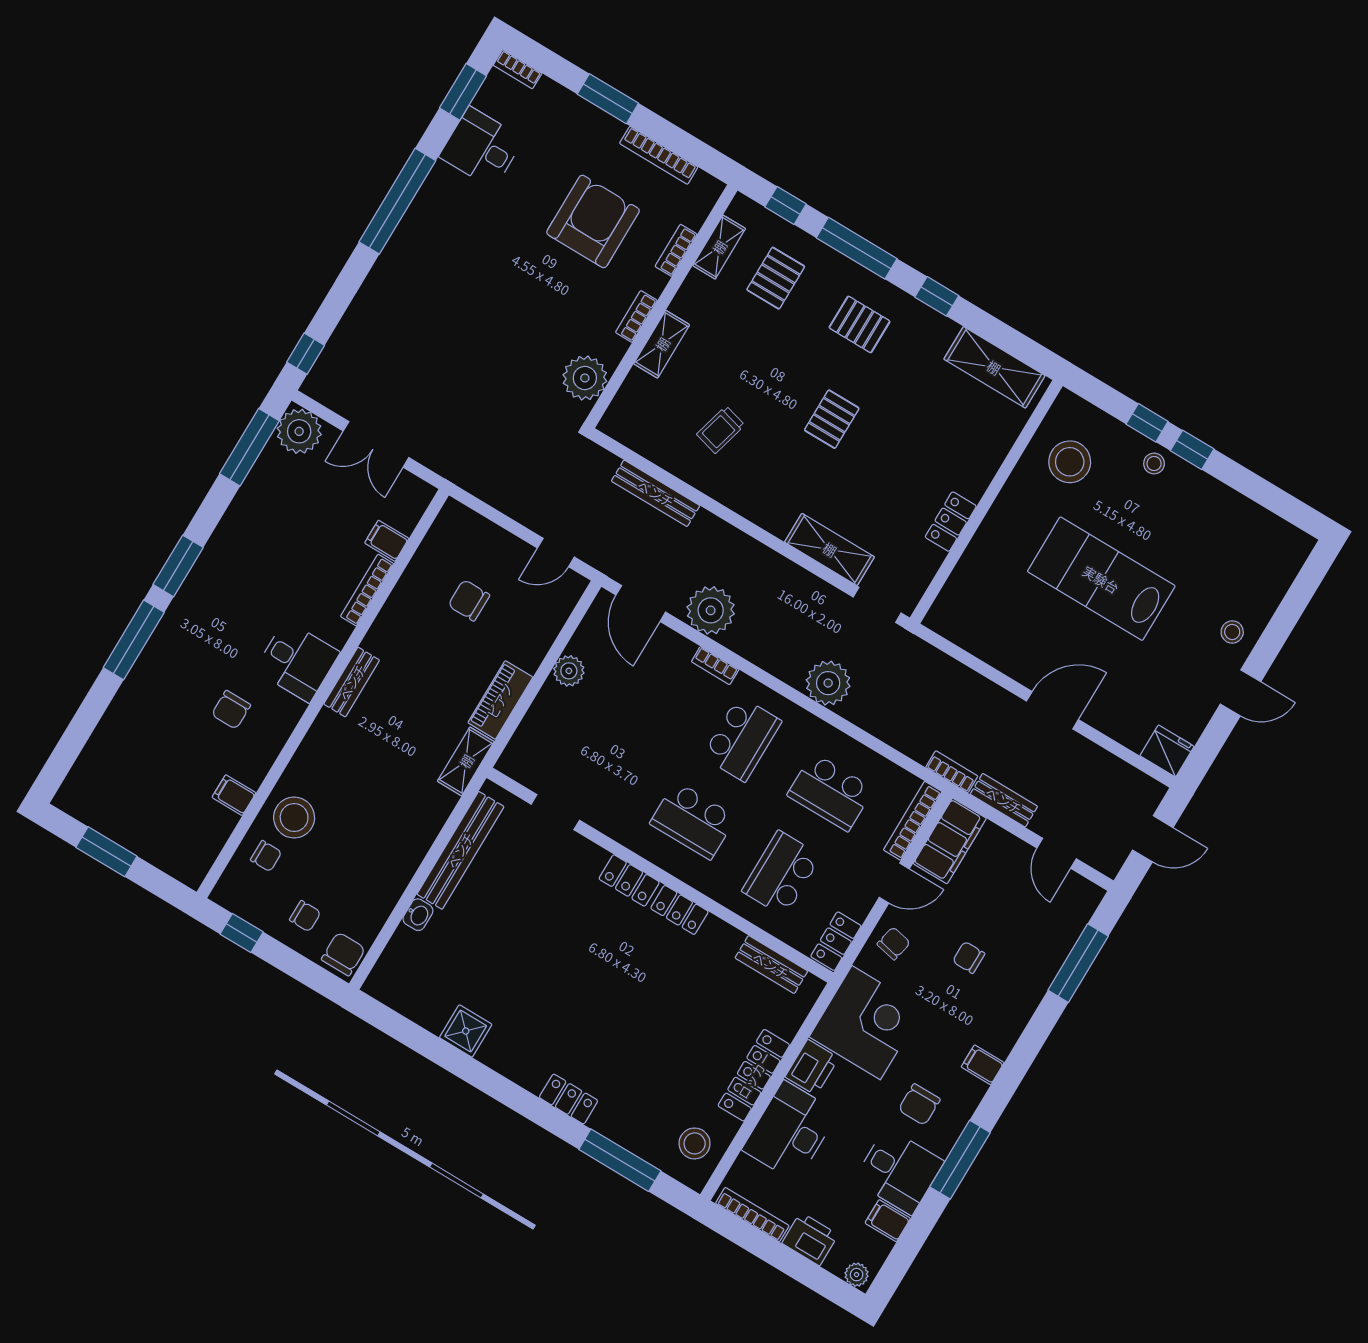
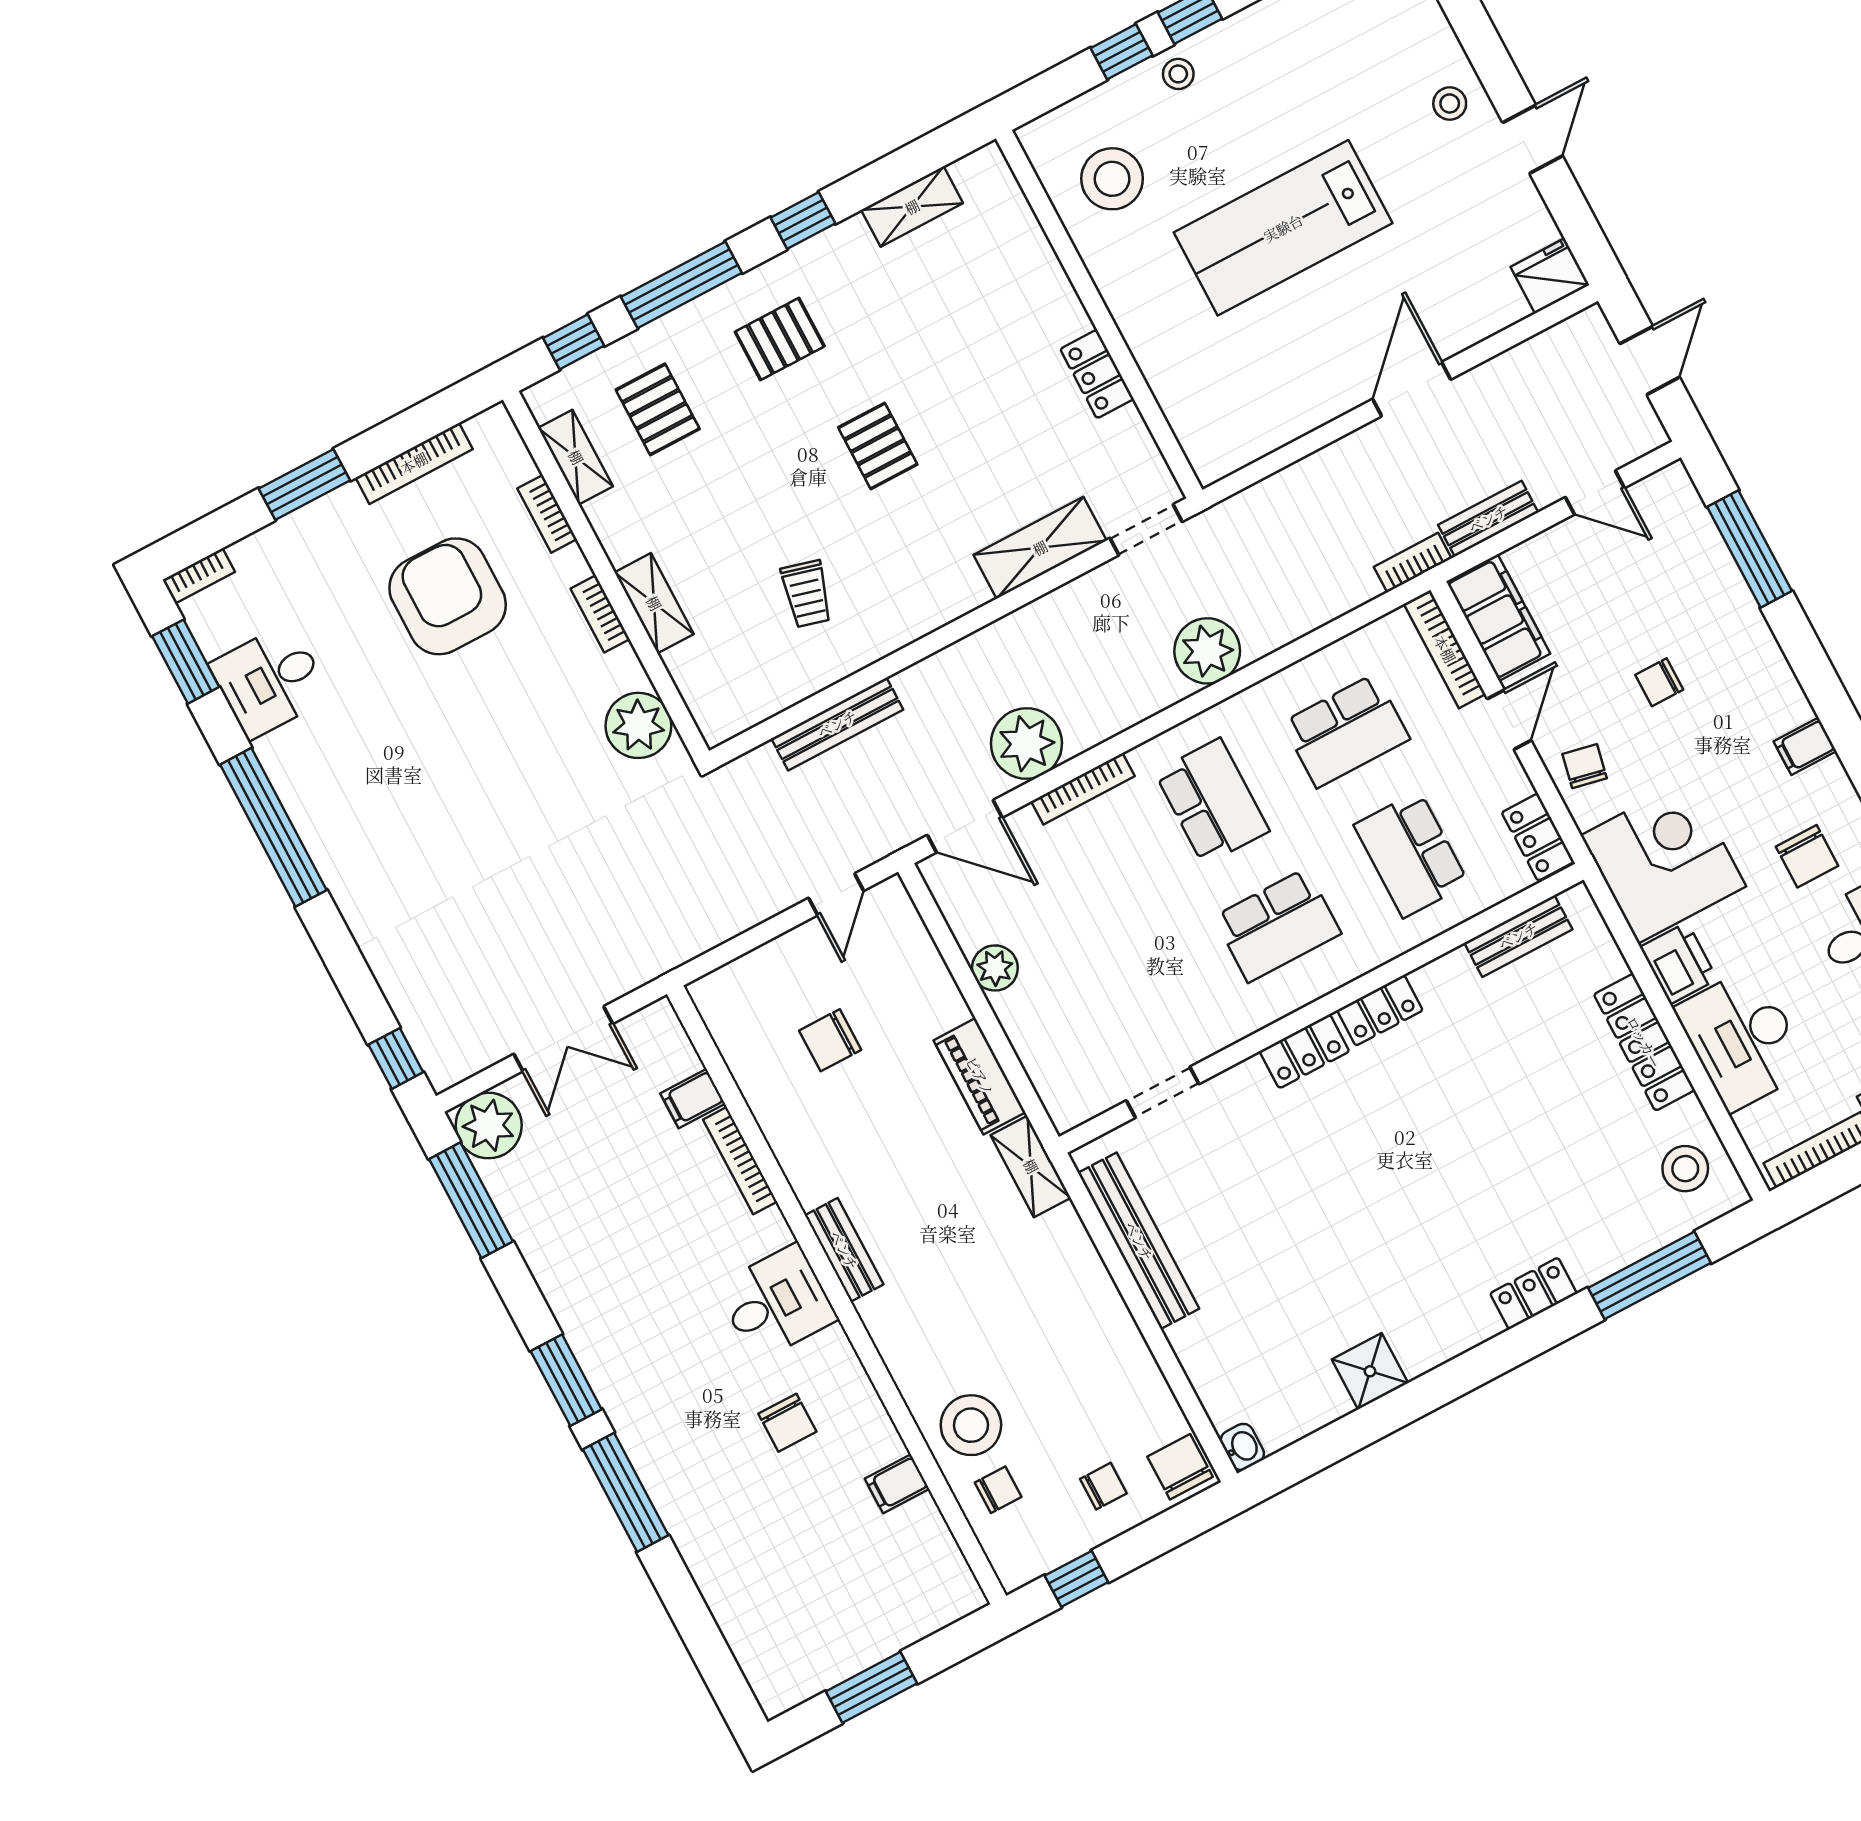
shelving: (994, 367) -> (912, 207), width x0.67, depth x0.75
bookcase: (715, 666) -> (1083, 789), width x1.56
washbasin: (418, 915) -> (1242, 1447), moved

